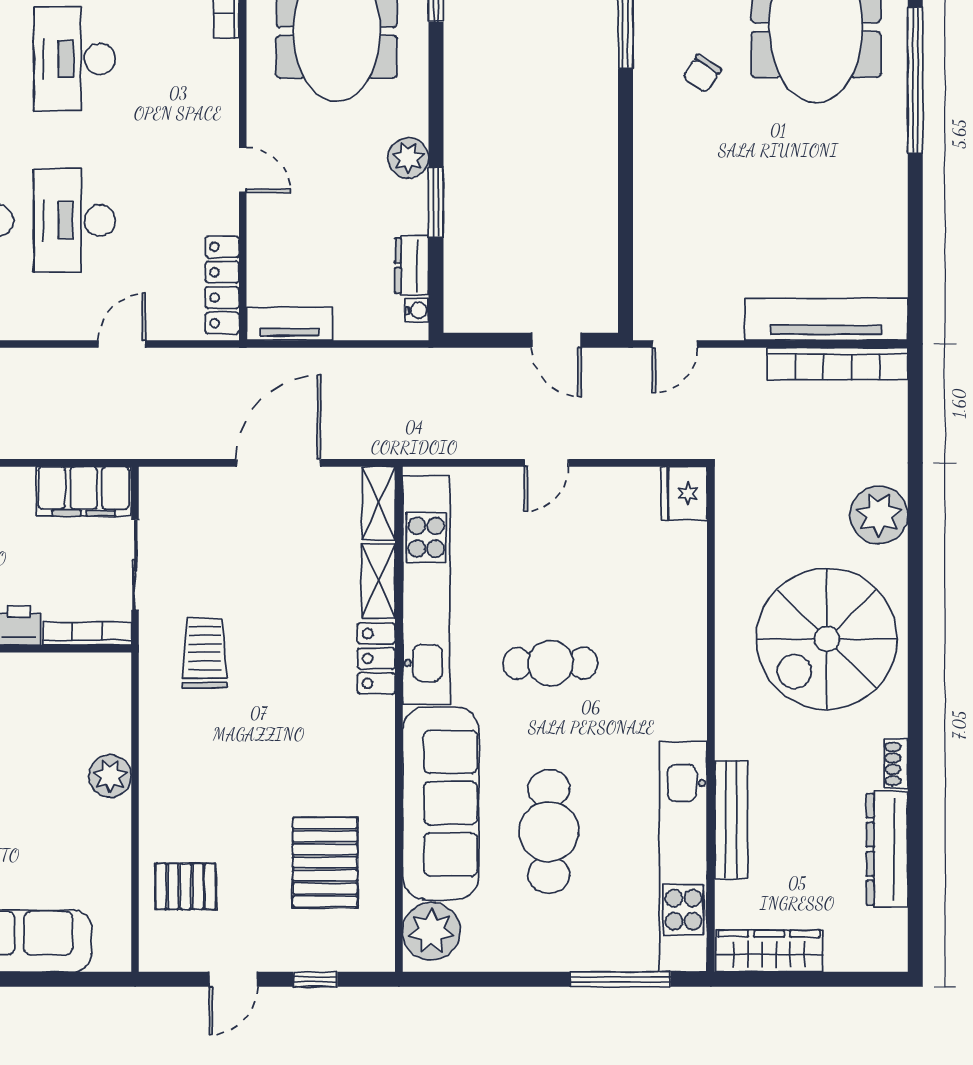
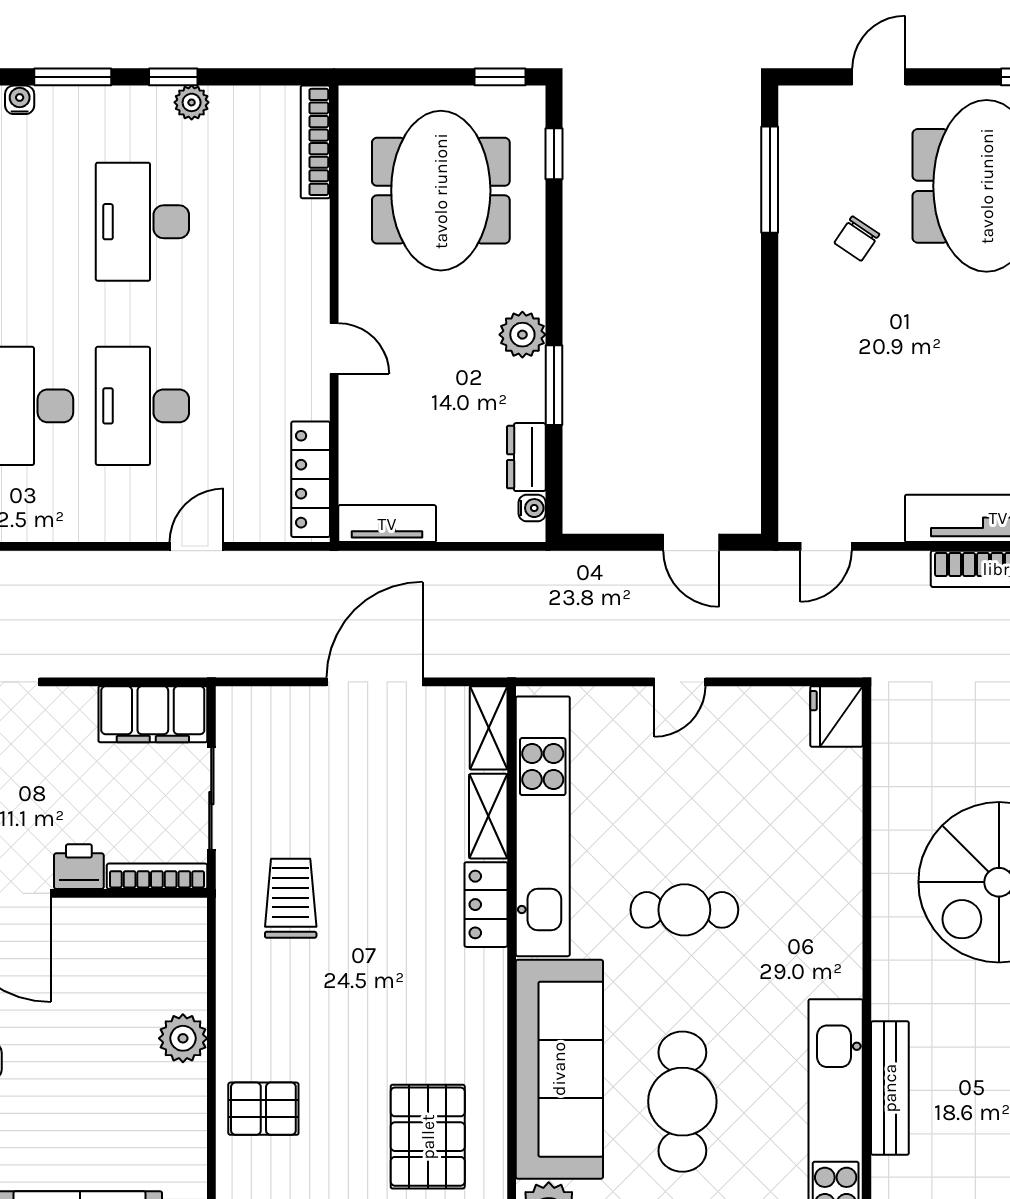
pallet: (186, 886) -> (263, 1109), moved

